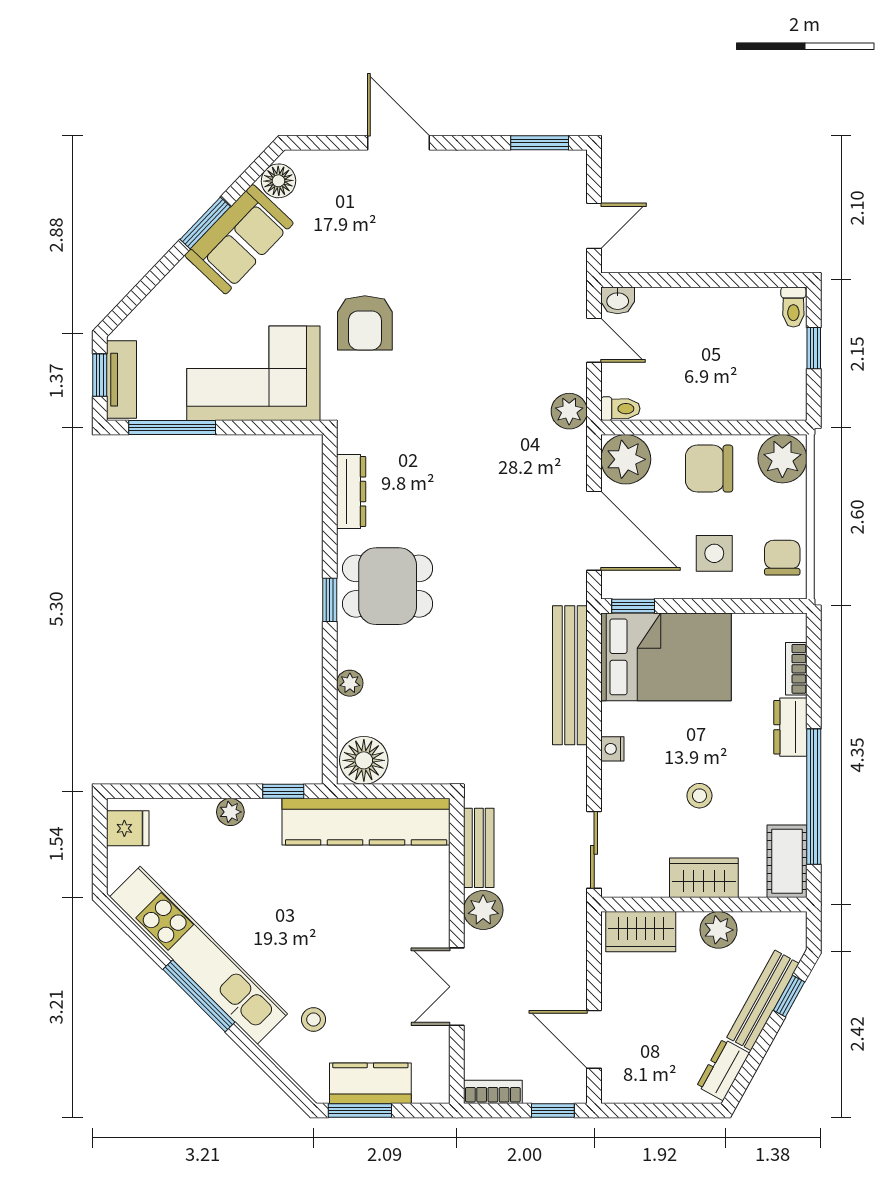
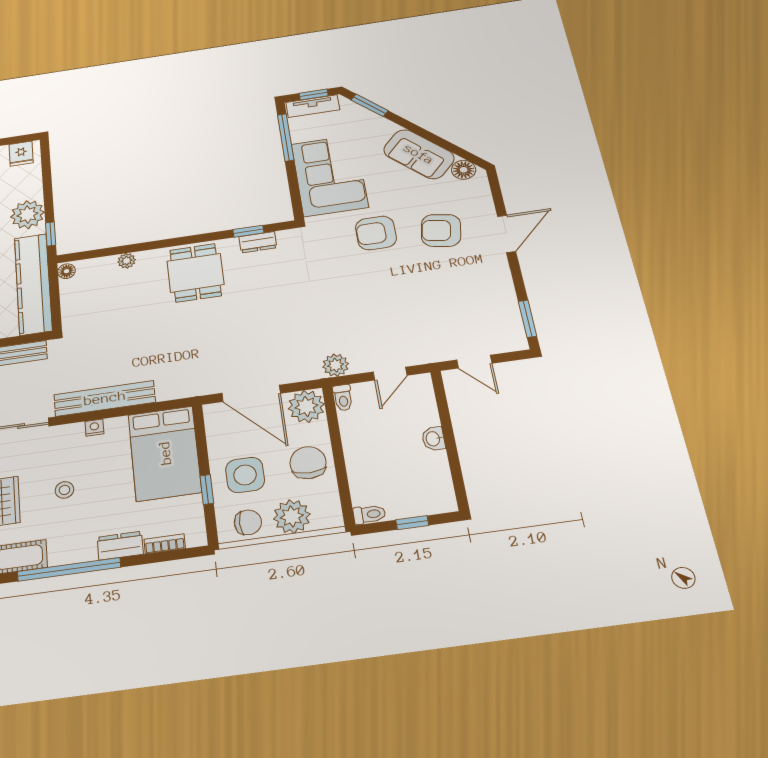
window: (205, 223) -> (370, 105), moved
armchair: (377, 232) -> (441, 230), added
washbasin: (618, 300) -> (433, 439), moved
toilet: (793, 307) -> (369, 514), moved, turned 180
plant: (782, 459) -> (292, 516), moved
dresser: (351, 491) -> (258, 242), width x0.70
door: (594, 531) -> (251, 393), hinge flipped
side table: (714, 553) -> (245, 475), width x1.37, depth x1.37
window: (330, 600) -> (248, 231), moved
window: (633, 606) -> (207, 489), moved
bench: (570, 675) -> (105, 398), moved
floor lamp: (364, 760) -> (67, 271), width x0.53, depth x0.53
plant: (230, 812) -> (27, 215), width x1.87, depth x1.87

